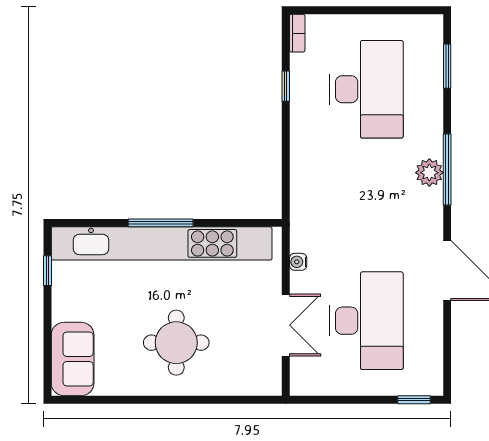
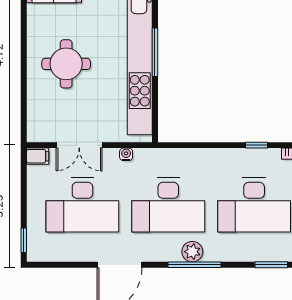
desk: (366, 205) -> (168, 205), added
filing cabinet: (301, 381) -> (38, 156), added

